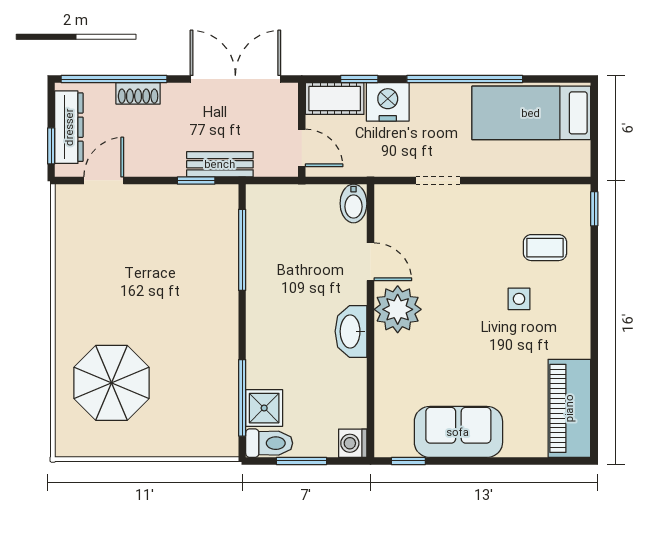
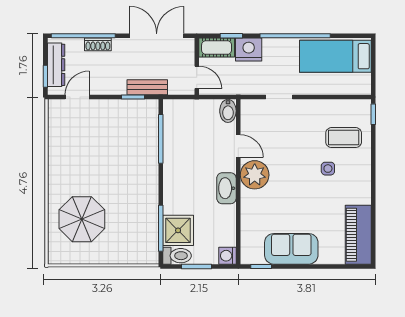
coffee table: (545, 248) -> (344, 138), width x1.36, depth x1.30
shower: (264, 408) -> (178, 230), width x1.36, depth x1.36

